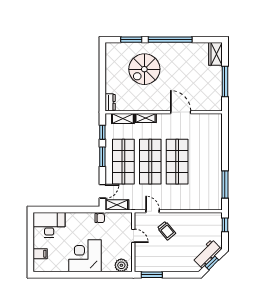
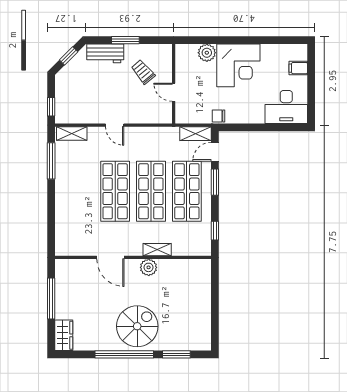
spiral stairs: (144, 69) -> (137, 326), moved
dresser: (110, 102) -> (205, 271), removed
plant: (152, 105) -> (149, 267), added
shelving: (123, 118) -> (72, 133), moved
window: (102, 157) -> (215, 182), moved
door: (153, 211) -> (115, 125), moved
trolley: (166, 231) -> (143, 72), moved
workbench: (207, 254) -> (105, 53), moved, turned 45
plant: (121, 265) -> (207, 53), moved
window: (152, 275) -> (125, 40), moved

